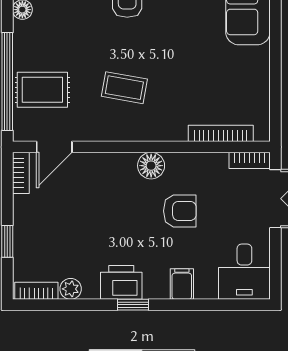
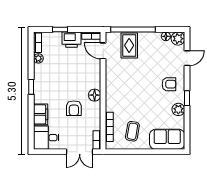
coffee table: (124, 88) -> (132, 131), moved
printer: (121, 282) -> (71, 40), moved, turned 90
filing cabinet: (182, 284) -> (41, 114), width x2.00

